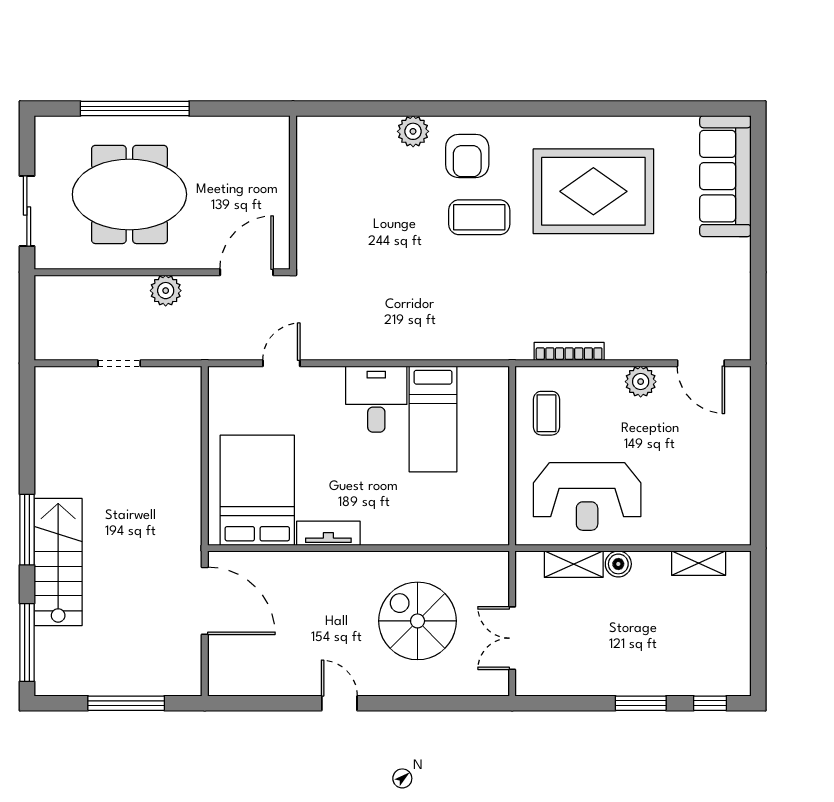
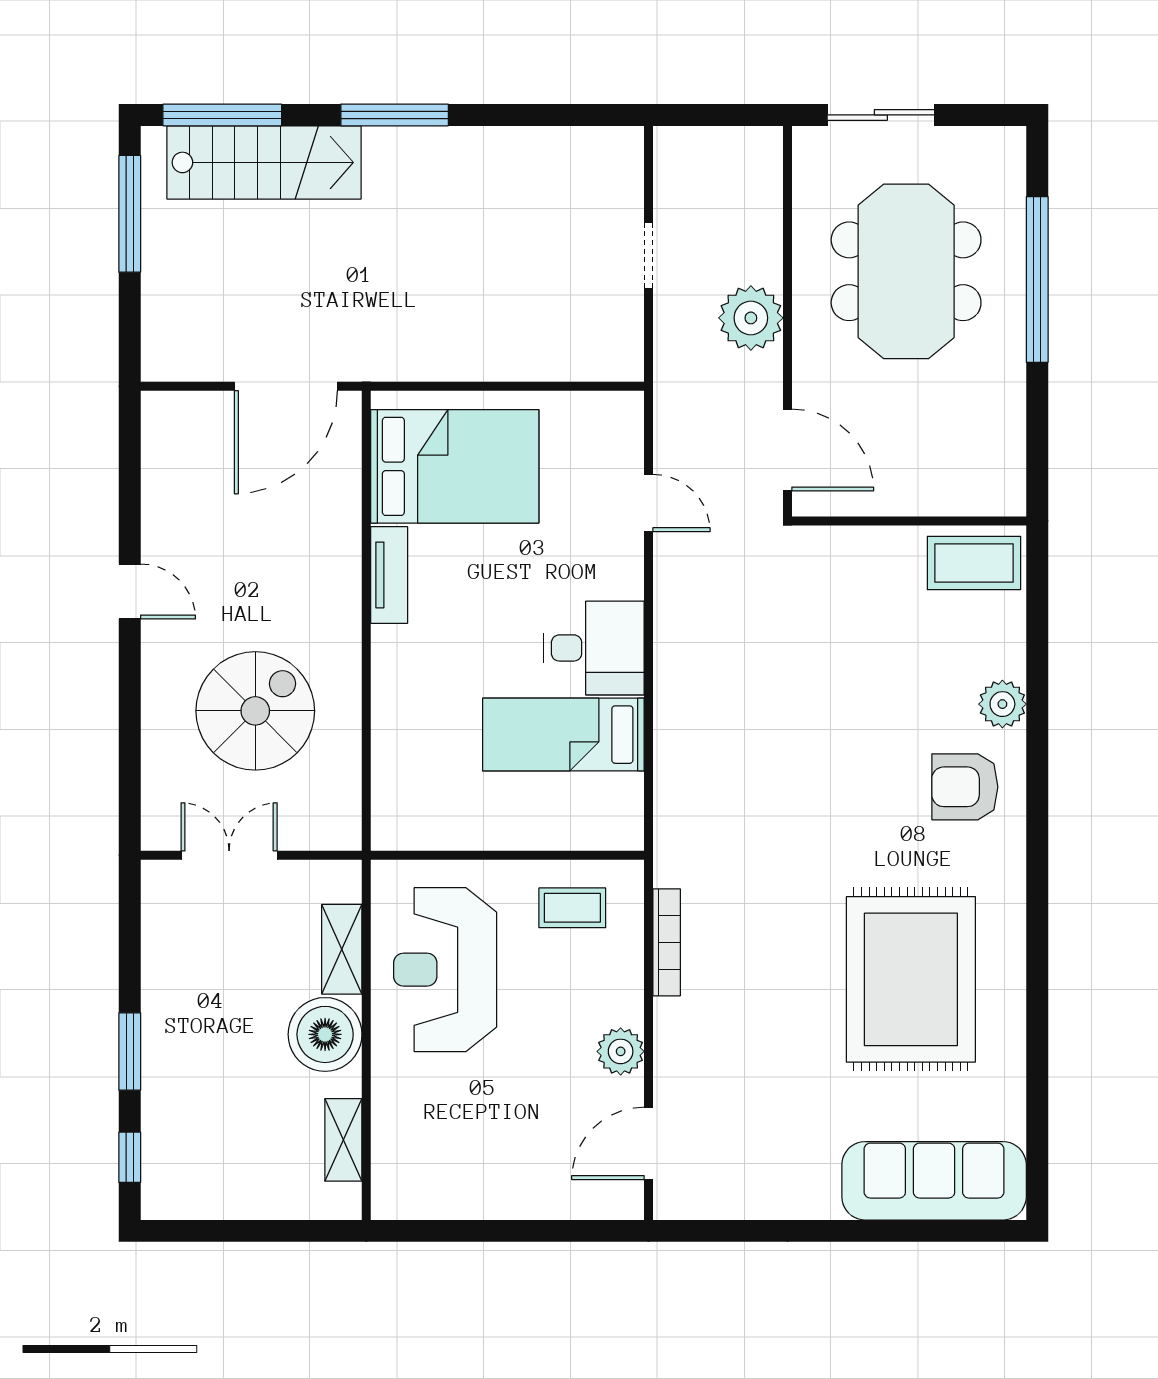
coffee table: (479, 217) -> (974, 563), moved, turned 90
plant: (166, 291) -> (751, 318), width x1.36, depth x1.36
stairs: (58, 562) -> (264, 162), moved
boiler: (618, 564) -> (325, 1034), width x1.86, depth x1.86
window: (126, 703) -> (130, 214), moved
door: (339, 703) -> (130, 592), hinge flipped

